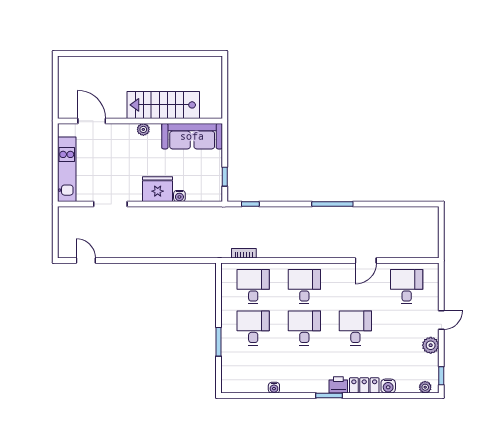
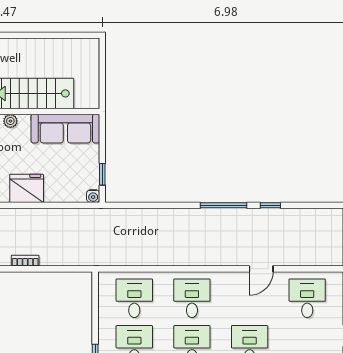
water cooler: (179, 196) -> (93, 196), moved
window: (250, 204) -> (270, 205), moved
bookcase: (244, 253) -> (25, 261), moved

